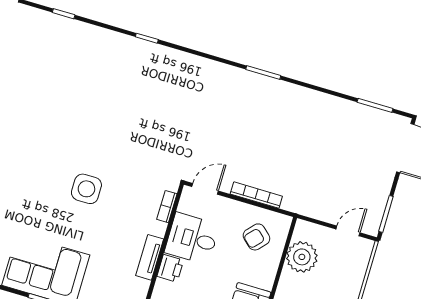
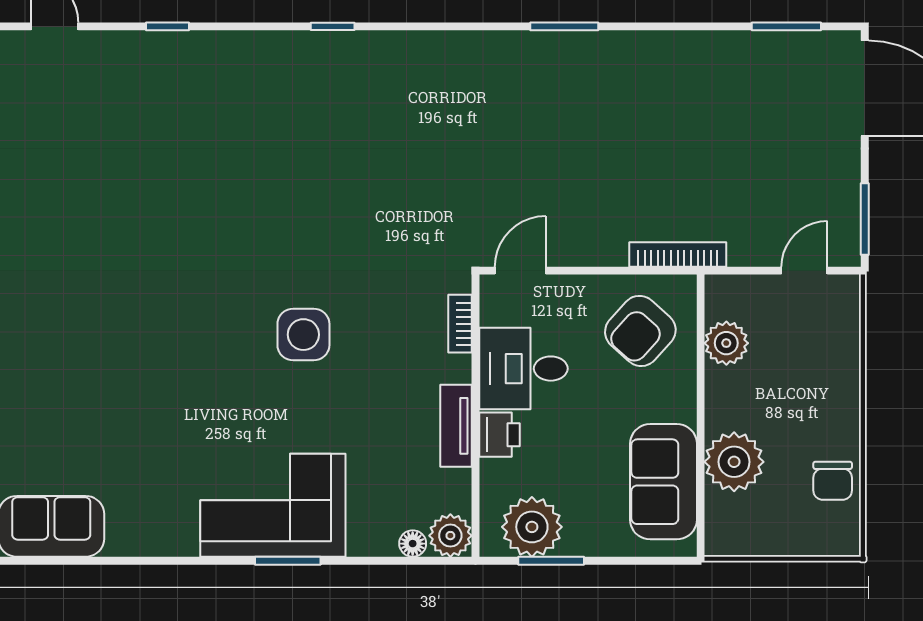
bookcase: (256, 195) -> (678, 254), moved
armchair: (256, 237) -> (640, 331), width x1.38, depth x1.38
plant: (302, 257) -> (726, 343), width x0.73, depth x0.73

